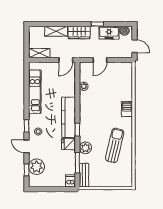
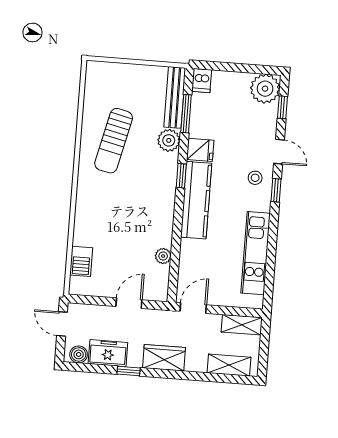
shelving: (56, 31) -> (229, 365), moved
barbecue: (127, 109) -> (81, 261), moved
plant: (37, 167) -> (265, 89), moved
bench: (84, 175) -> (175, 97), width x1.36

